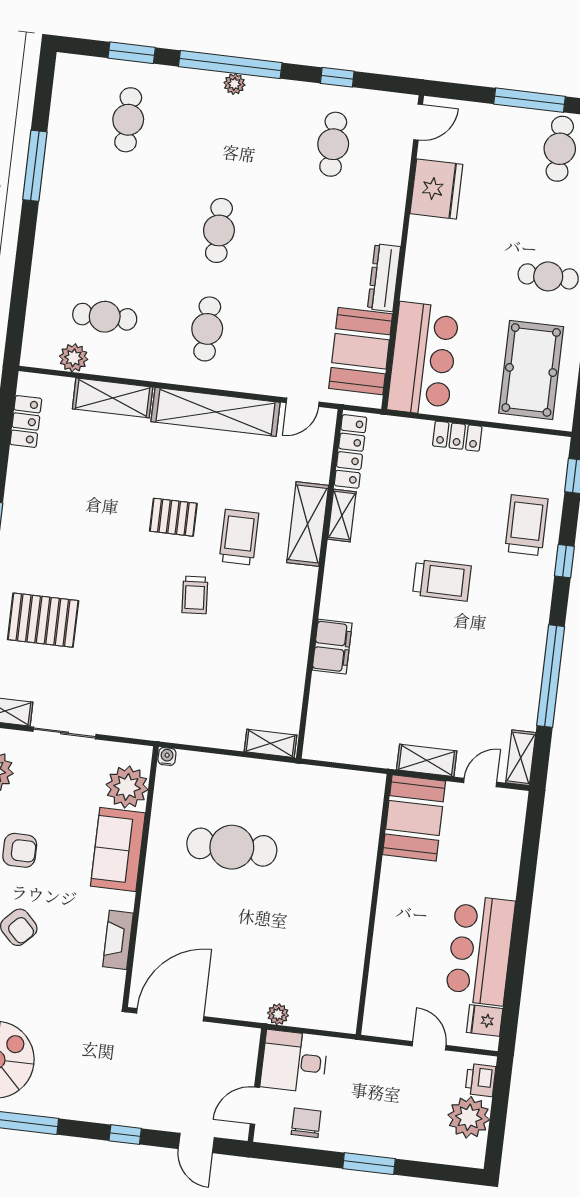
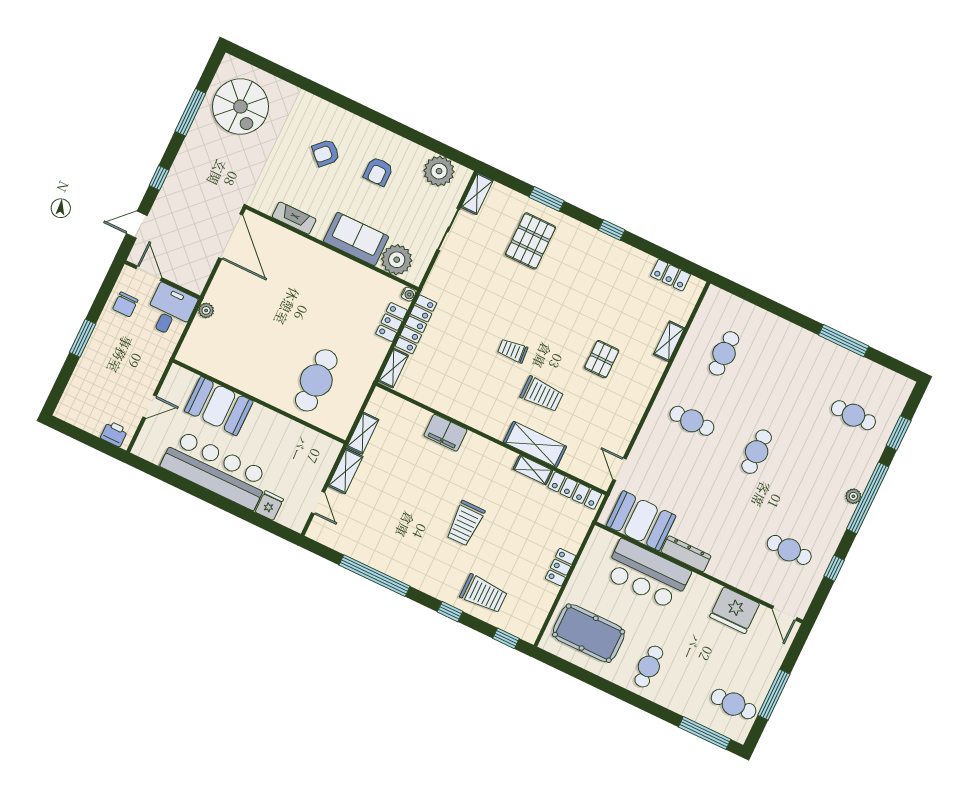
cafe table: (219, 230) -> (757, 452), turned 90
plant: (74, 358) -> (703, 323), removed
bar counter: (423, 359) -> (647, 574), moved
shelving: (113, 398) -> (669, 341), width x0.67, depth x0.75
shelving: (216, 412) -> (633, 407), removed
pallet: (173, 517) -> (602, 359), moved
locker: (203, 733) -> (416, 324), added
shelving: (521, 758) -> (363, 433), moved, turned 90
locker: (211, 766) -> (391, 322), added
booth: (414, 818) -> (219, 406), moved
cafe table: (232, 847) -> (316, 380), moved
bar counter: (480, 950) -> (216, 470), width x1.36
fridge: (485, 1020) -> (269, 506), moved
plant: (469, 1117) -> (91, 417), removed
chair: (306, 1123) -> (125, 304), turned 90

